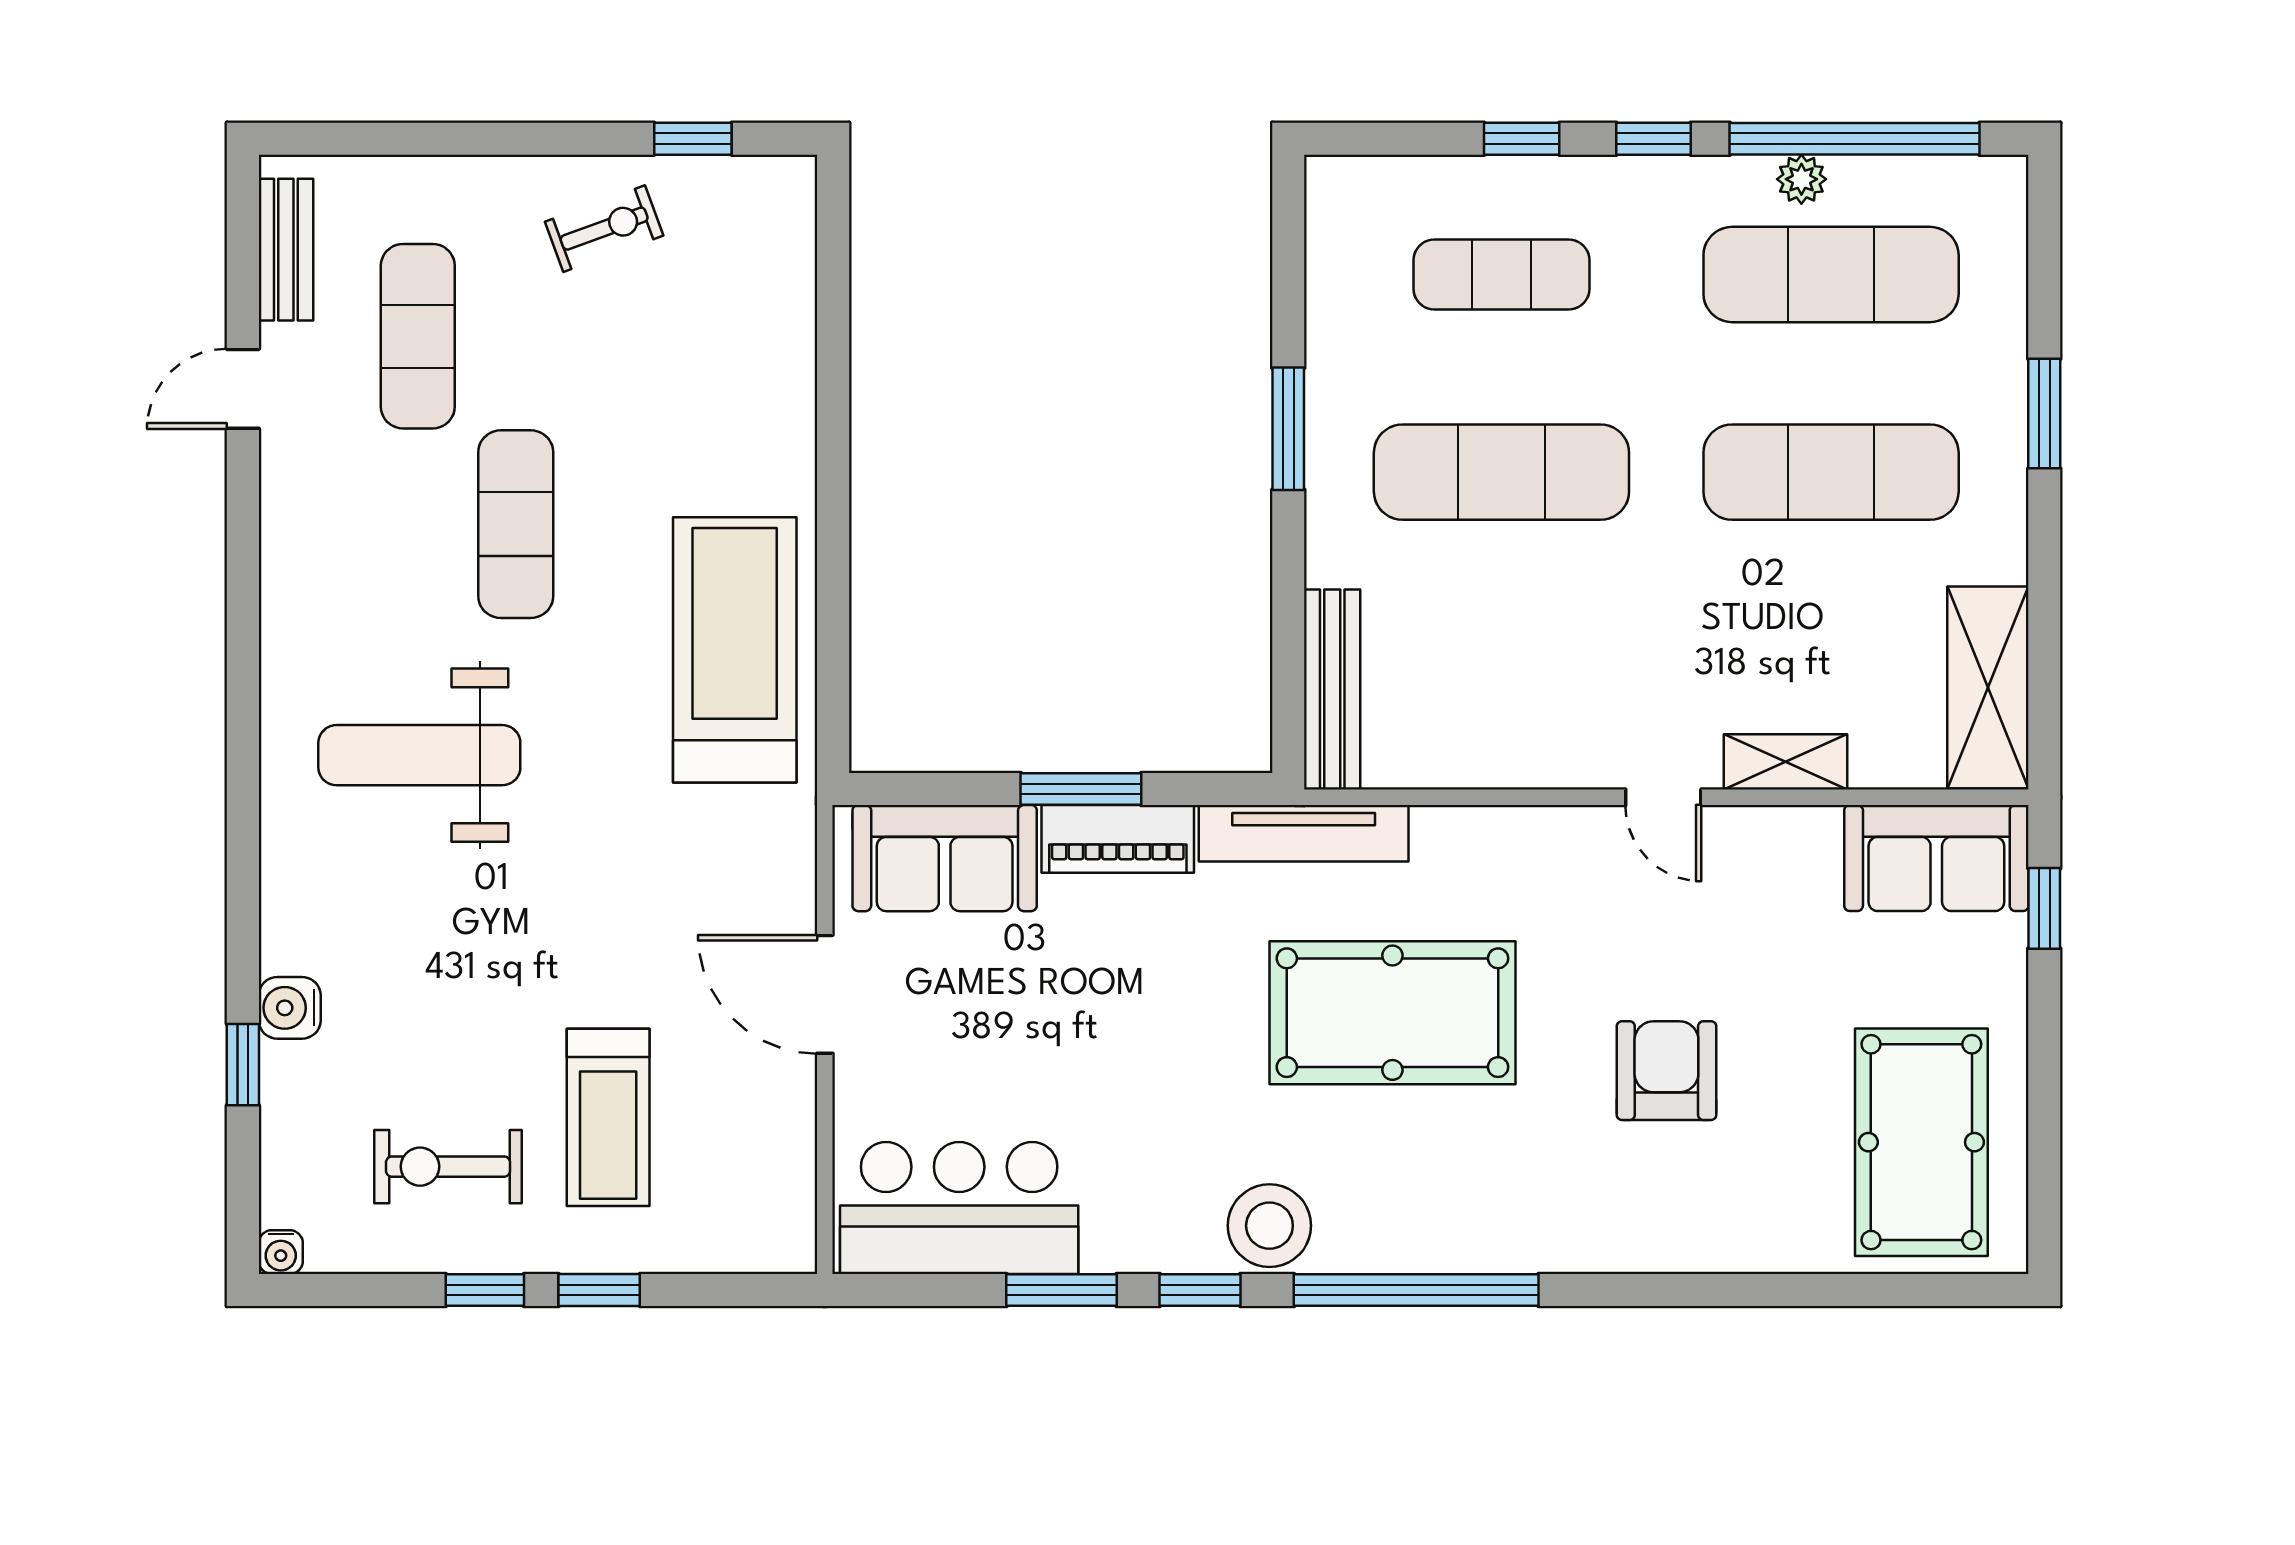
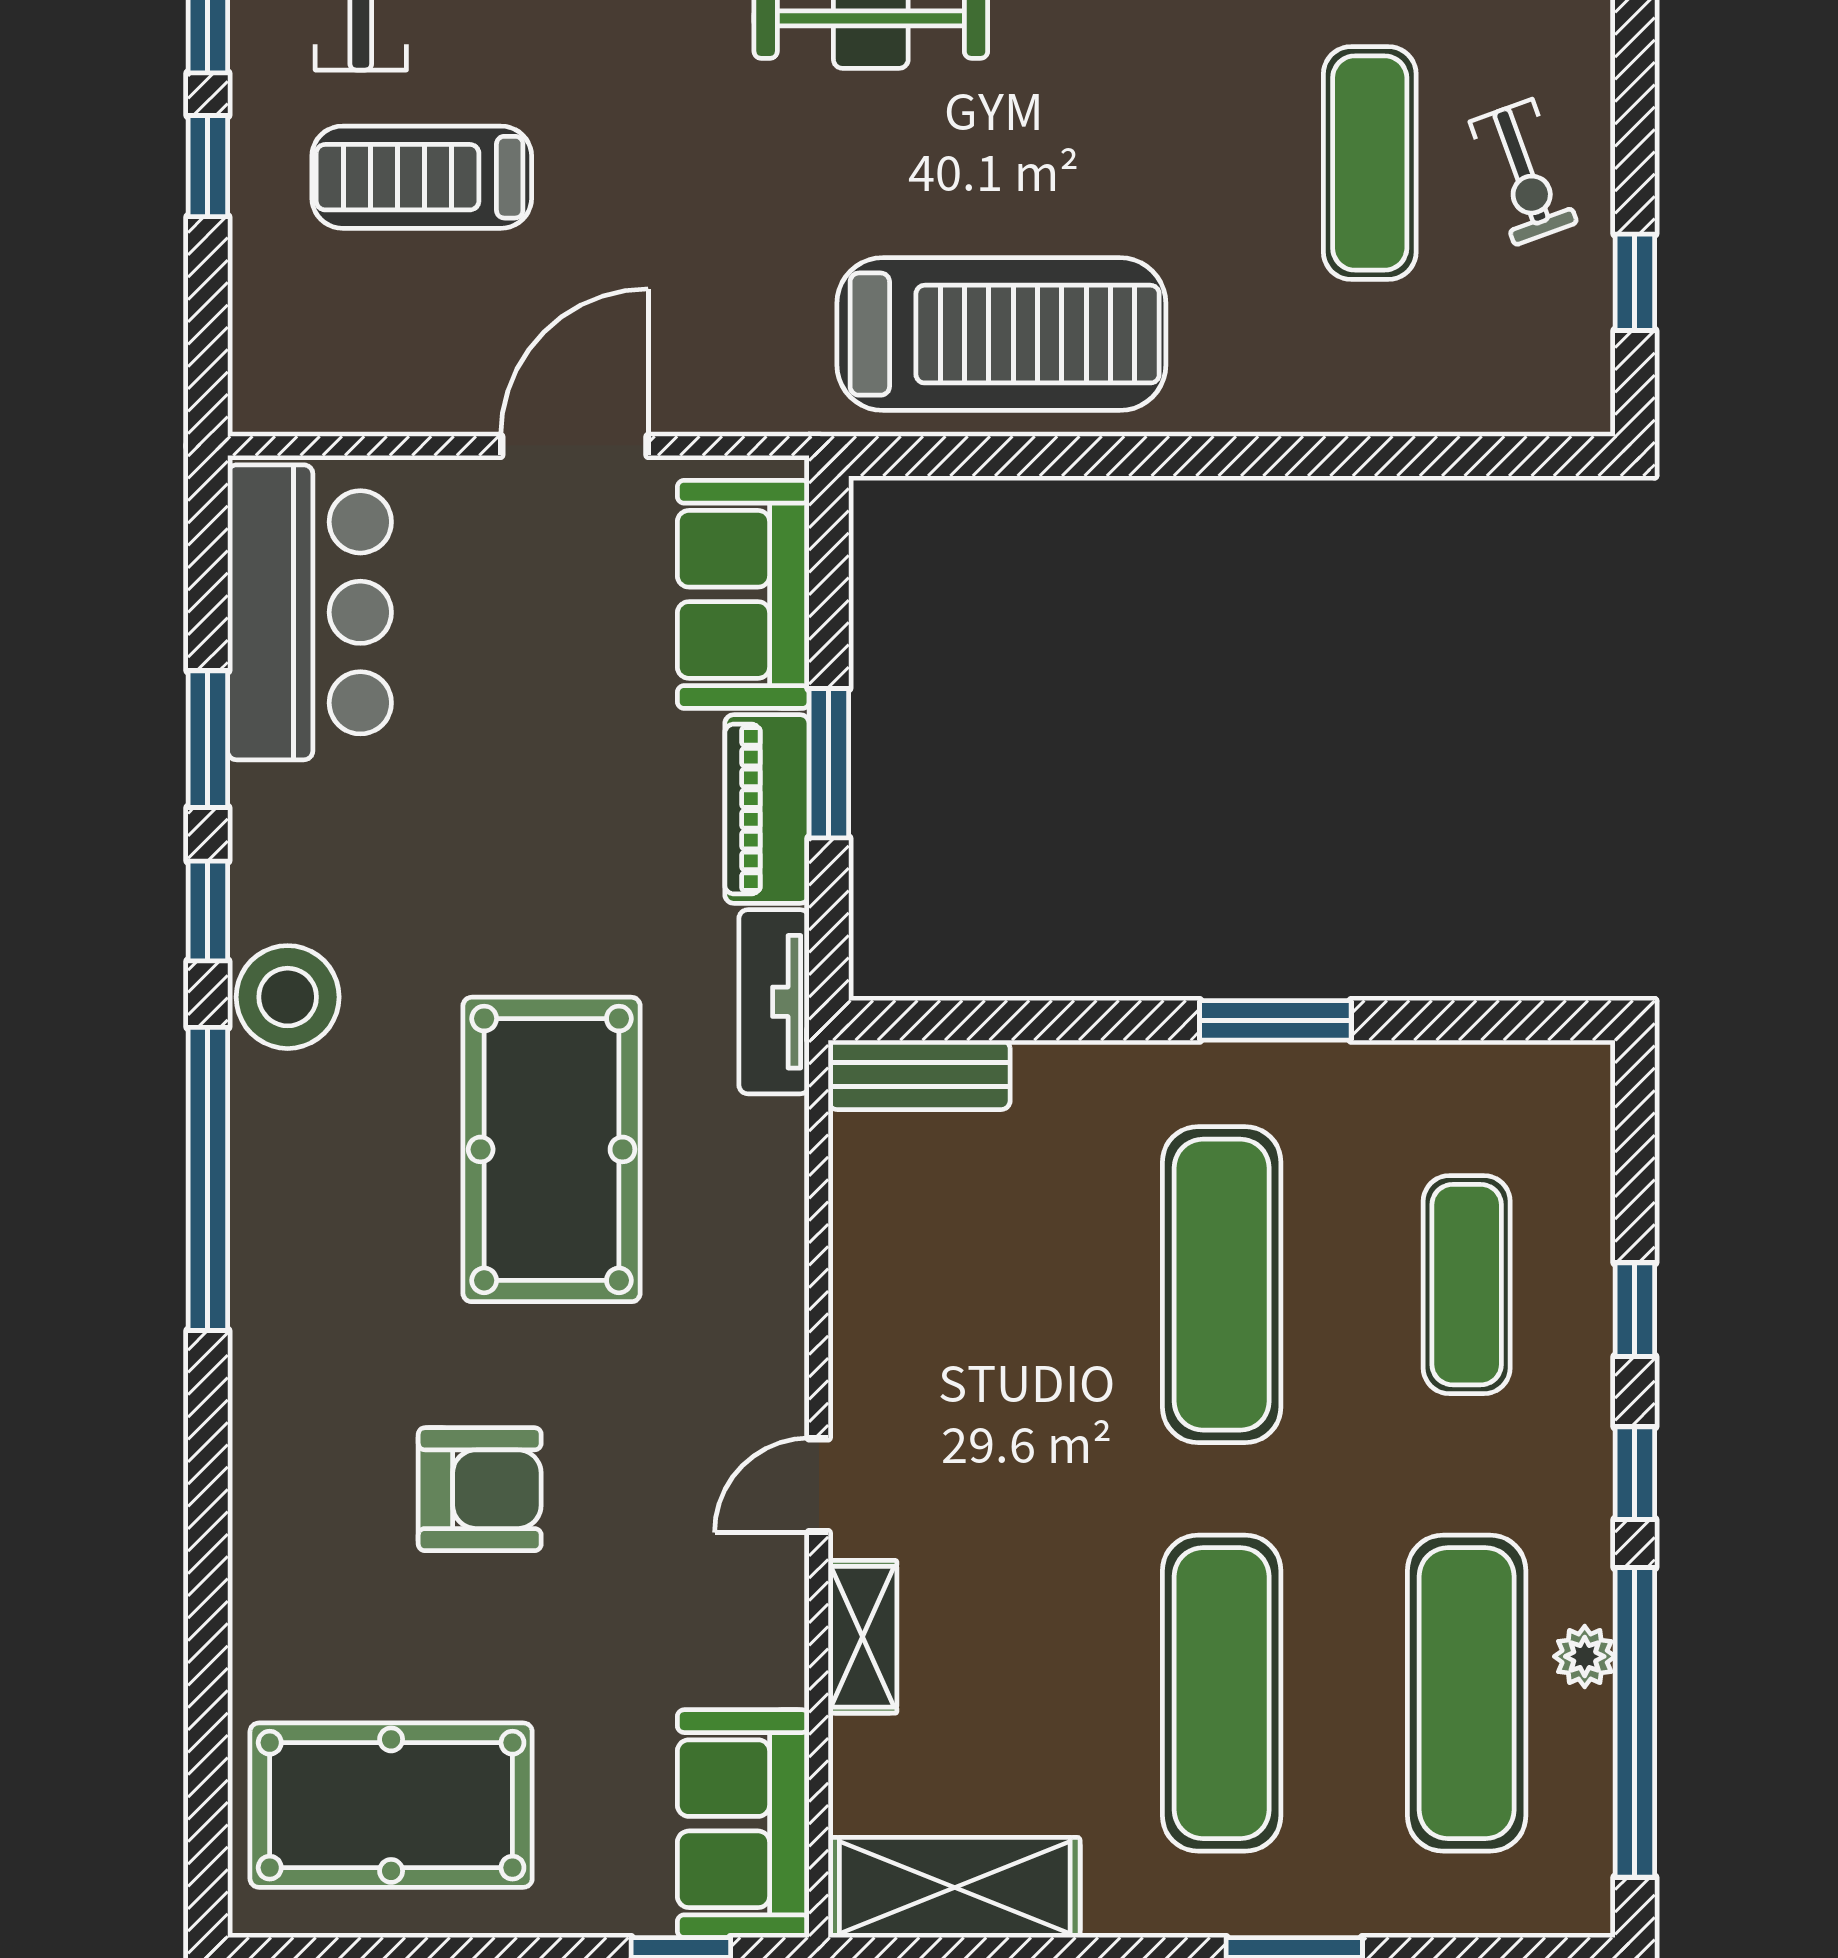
exercise mat: (516, 524) -> (1370, 163), moved, turned 90
bench: (1332, 689) -> (919, 1075), width x0.73
tv unit: (1304, 833) -> (774, 1002), width x0.71

